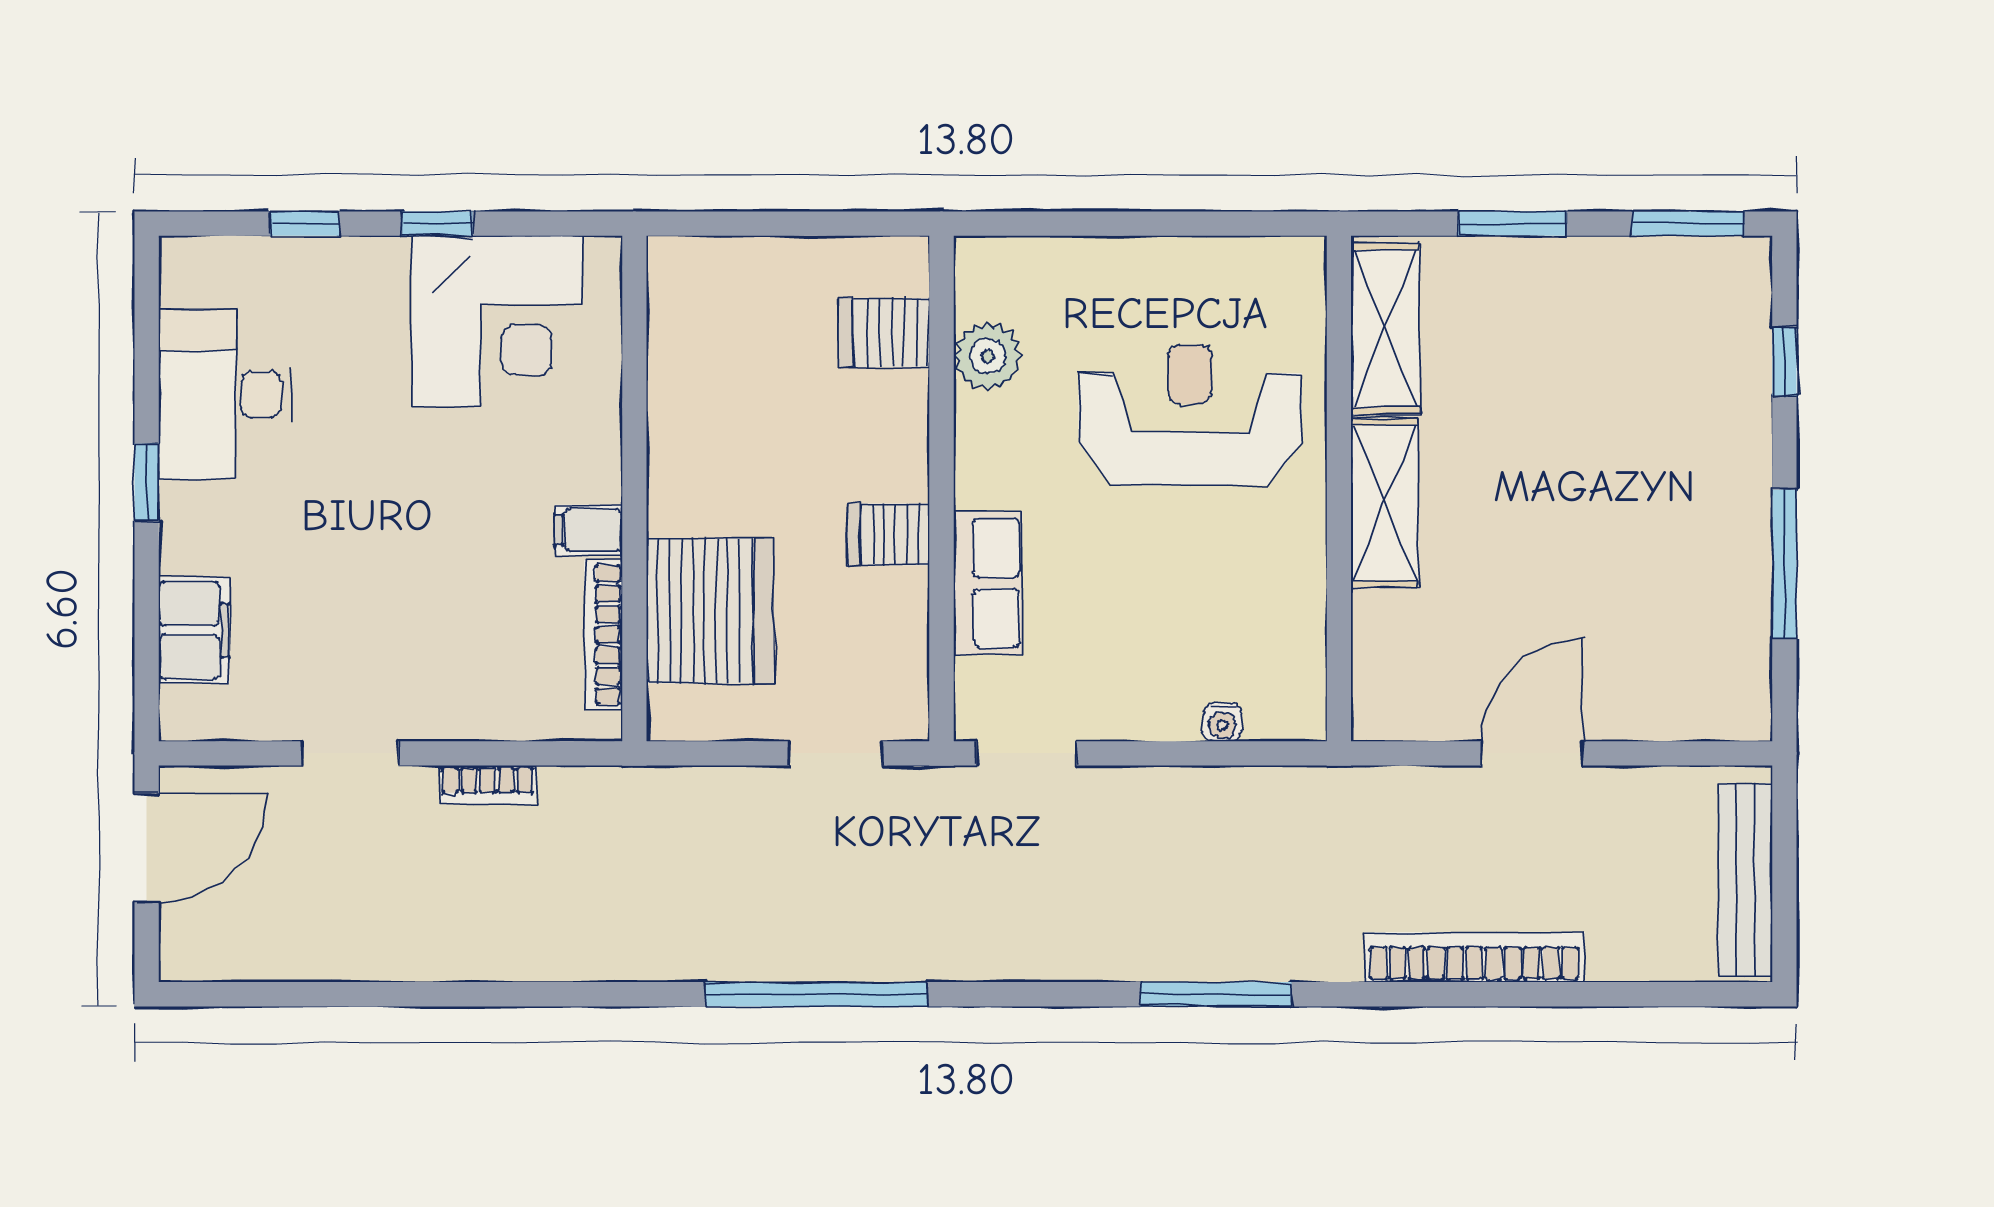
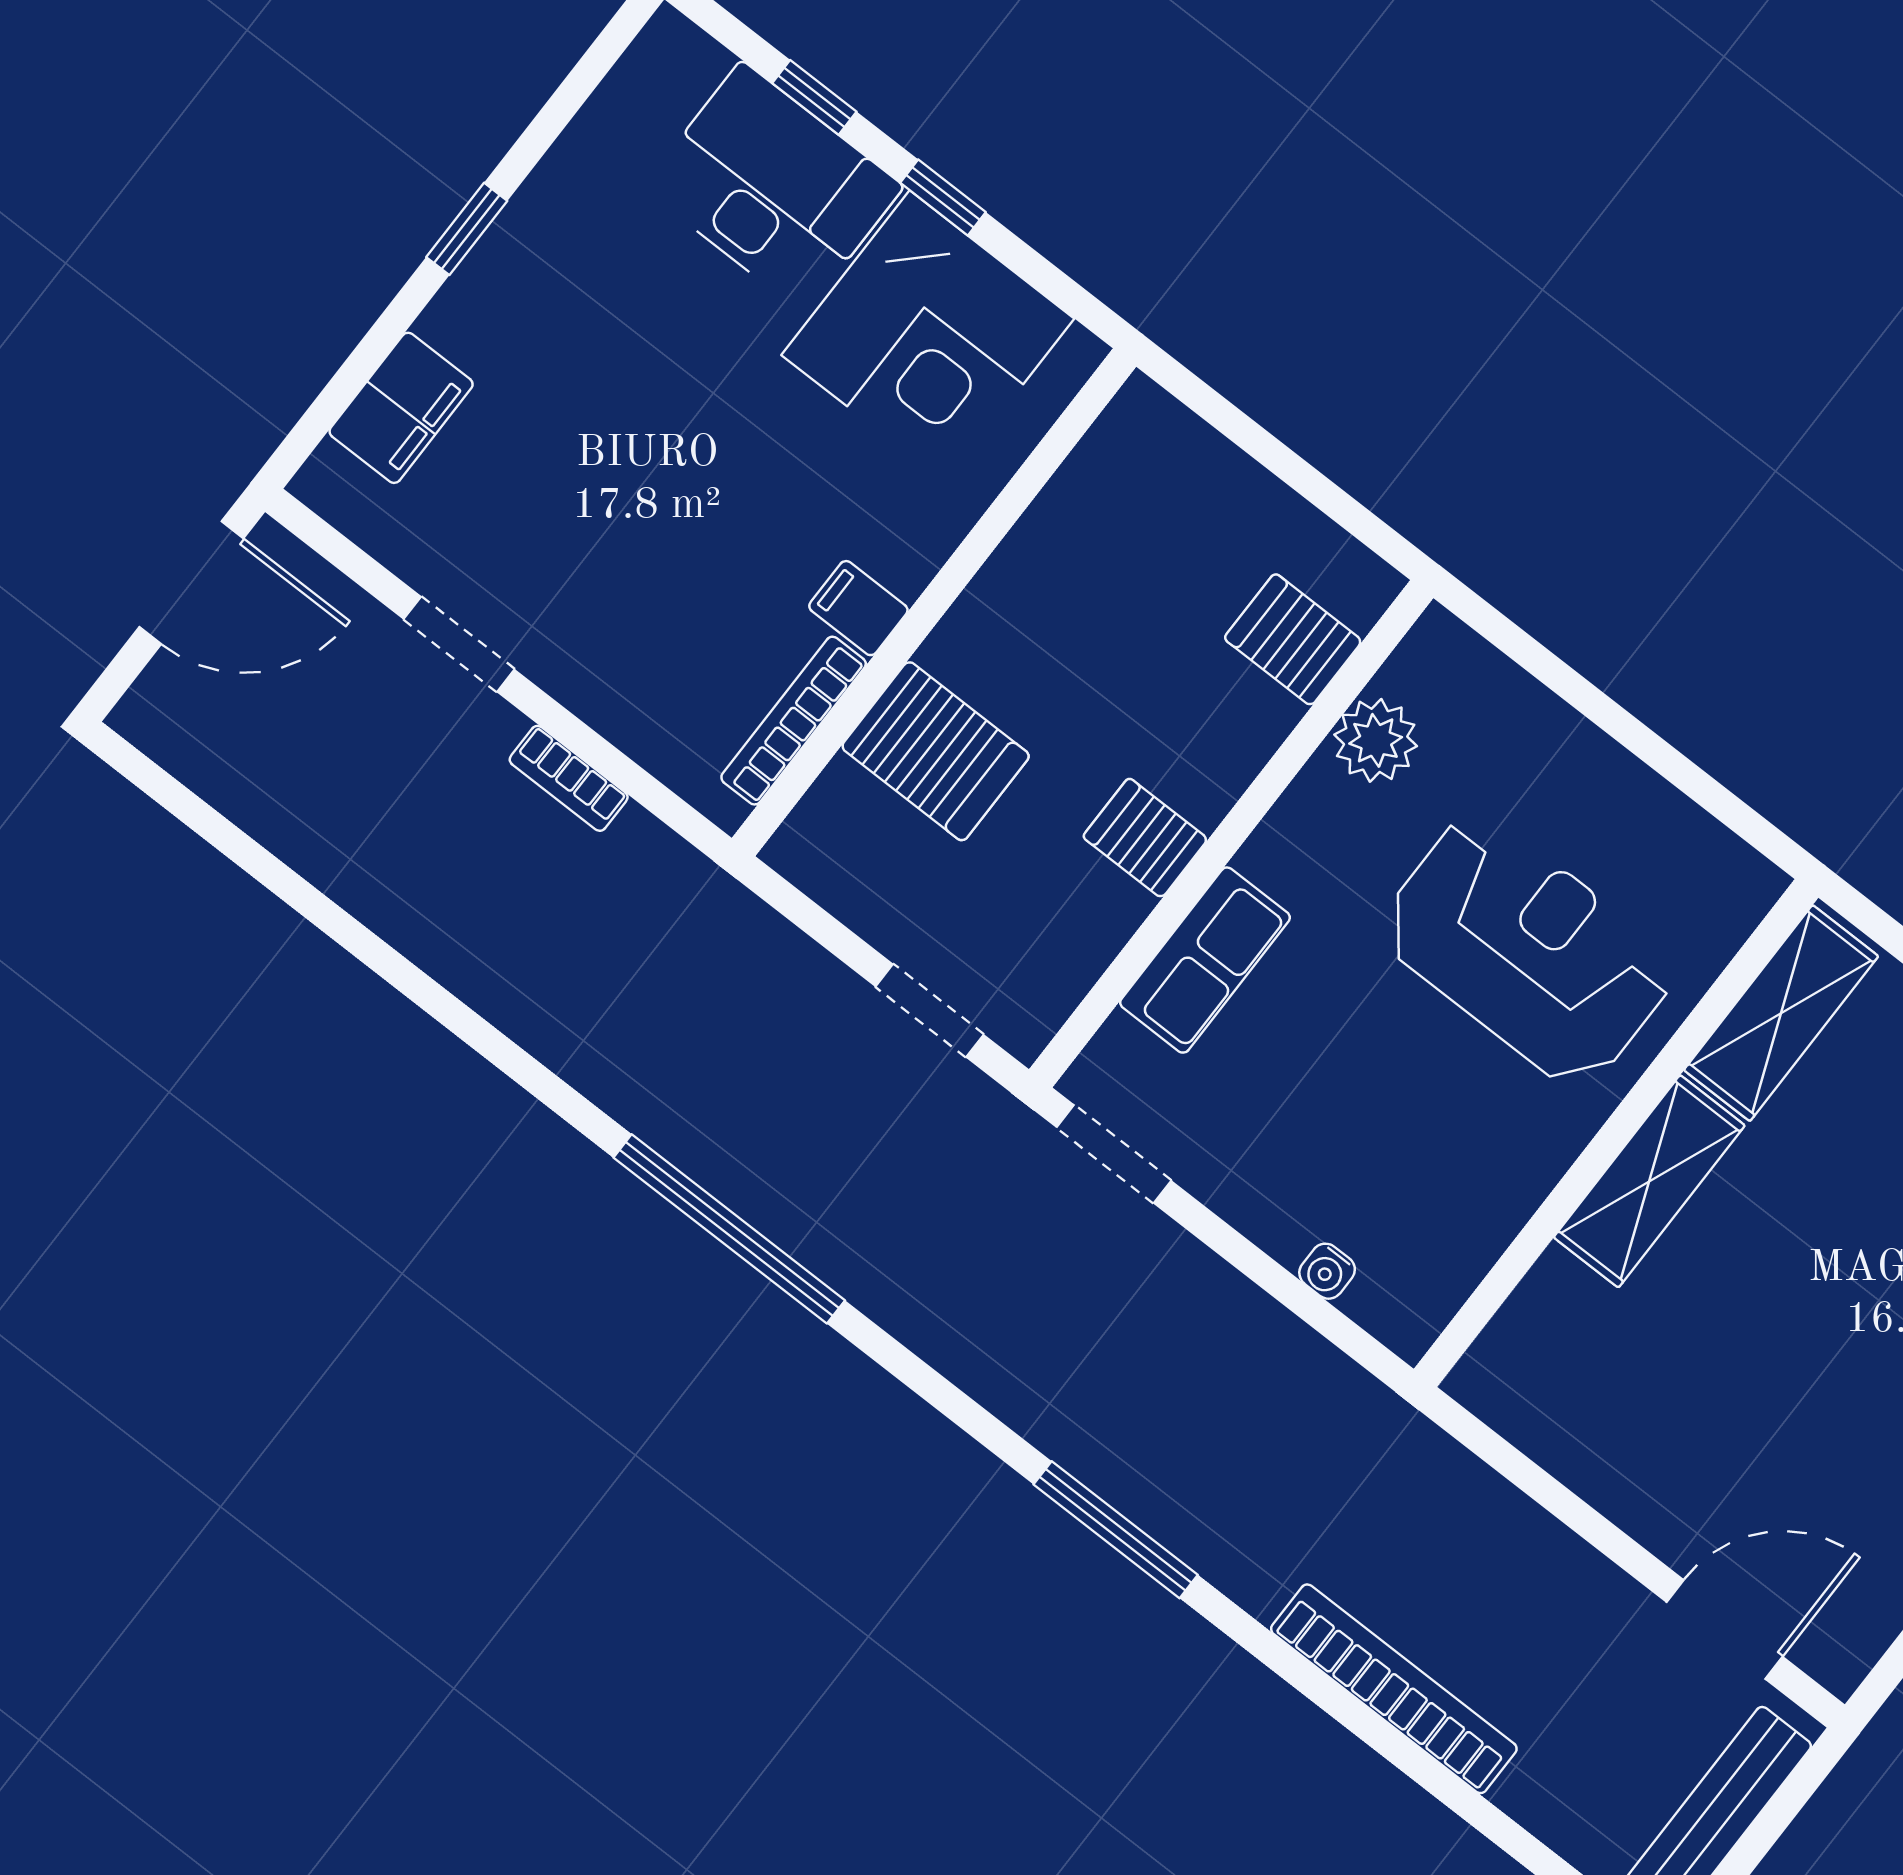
desk: (225, 394) -> (773, 187), moved, turned 90
server rack: (710, 611) -> (936, 751), width x0.62
door: (1532, 753) -> (1725, 1629), moved

